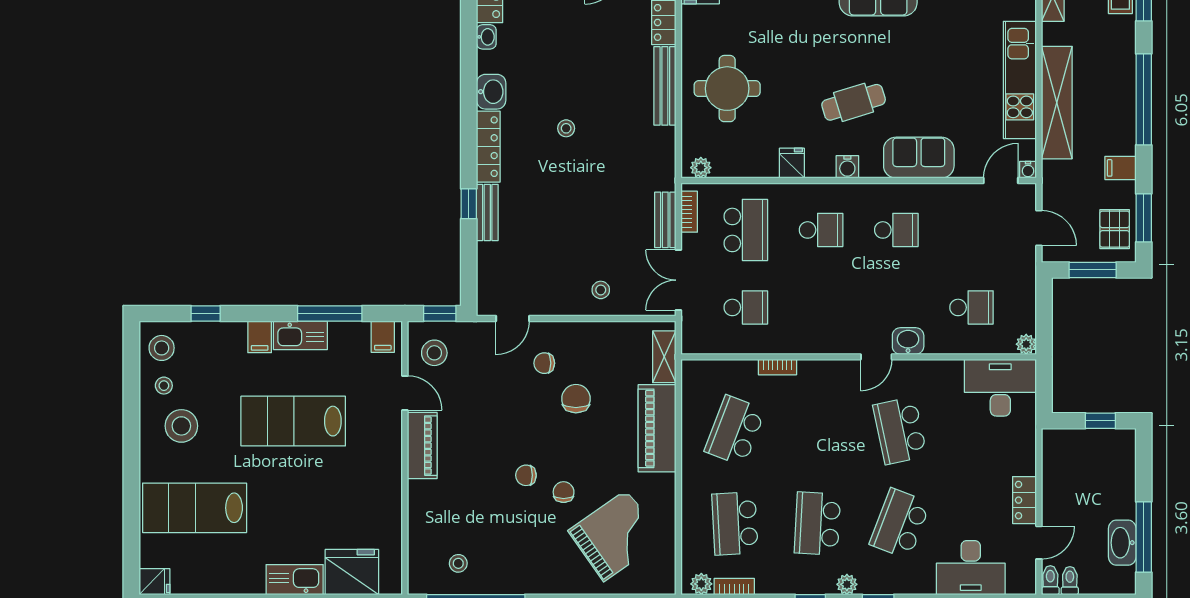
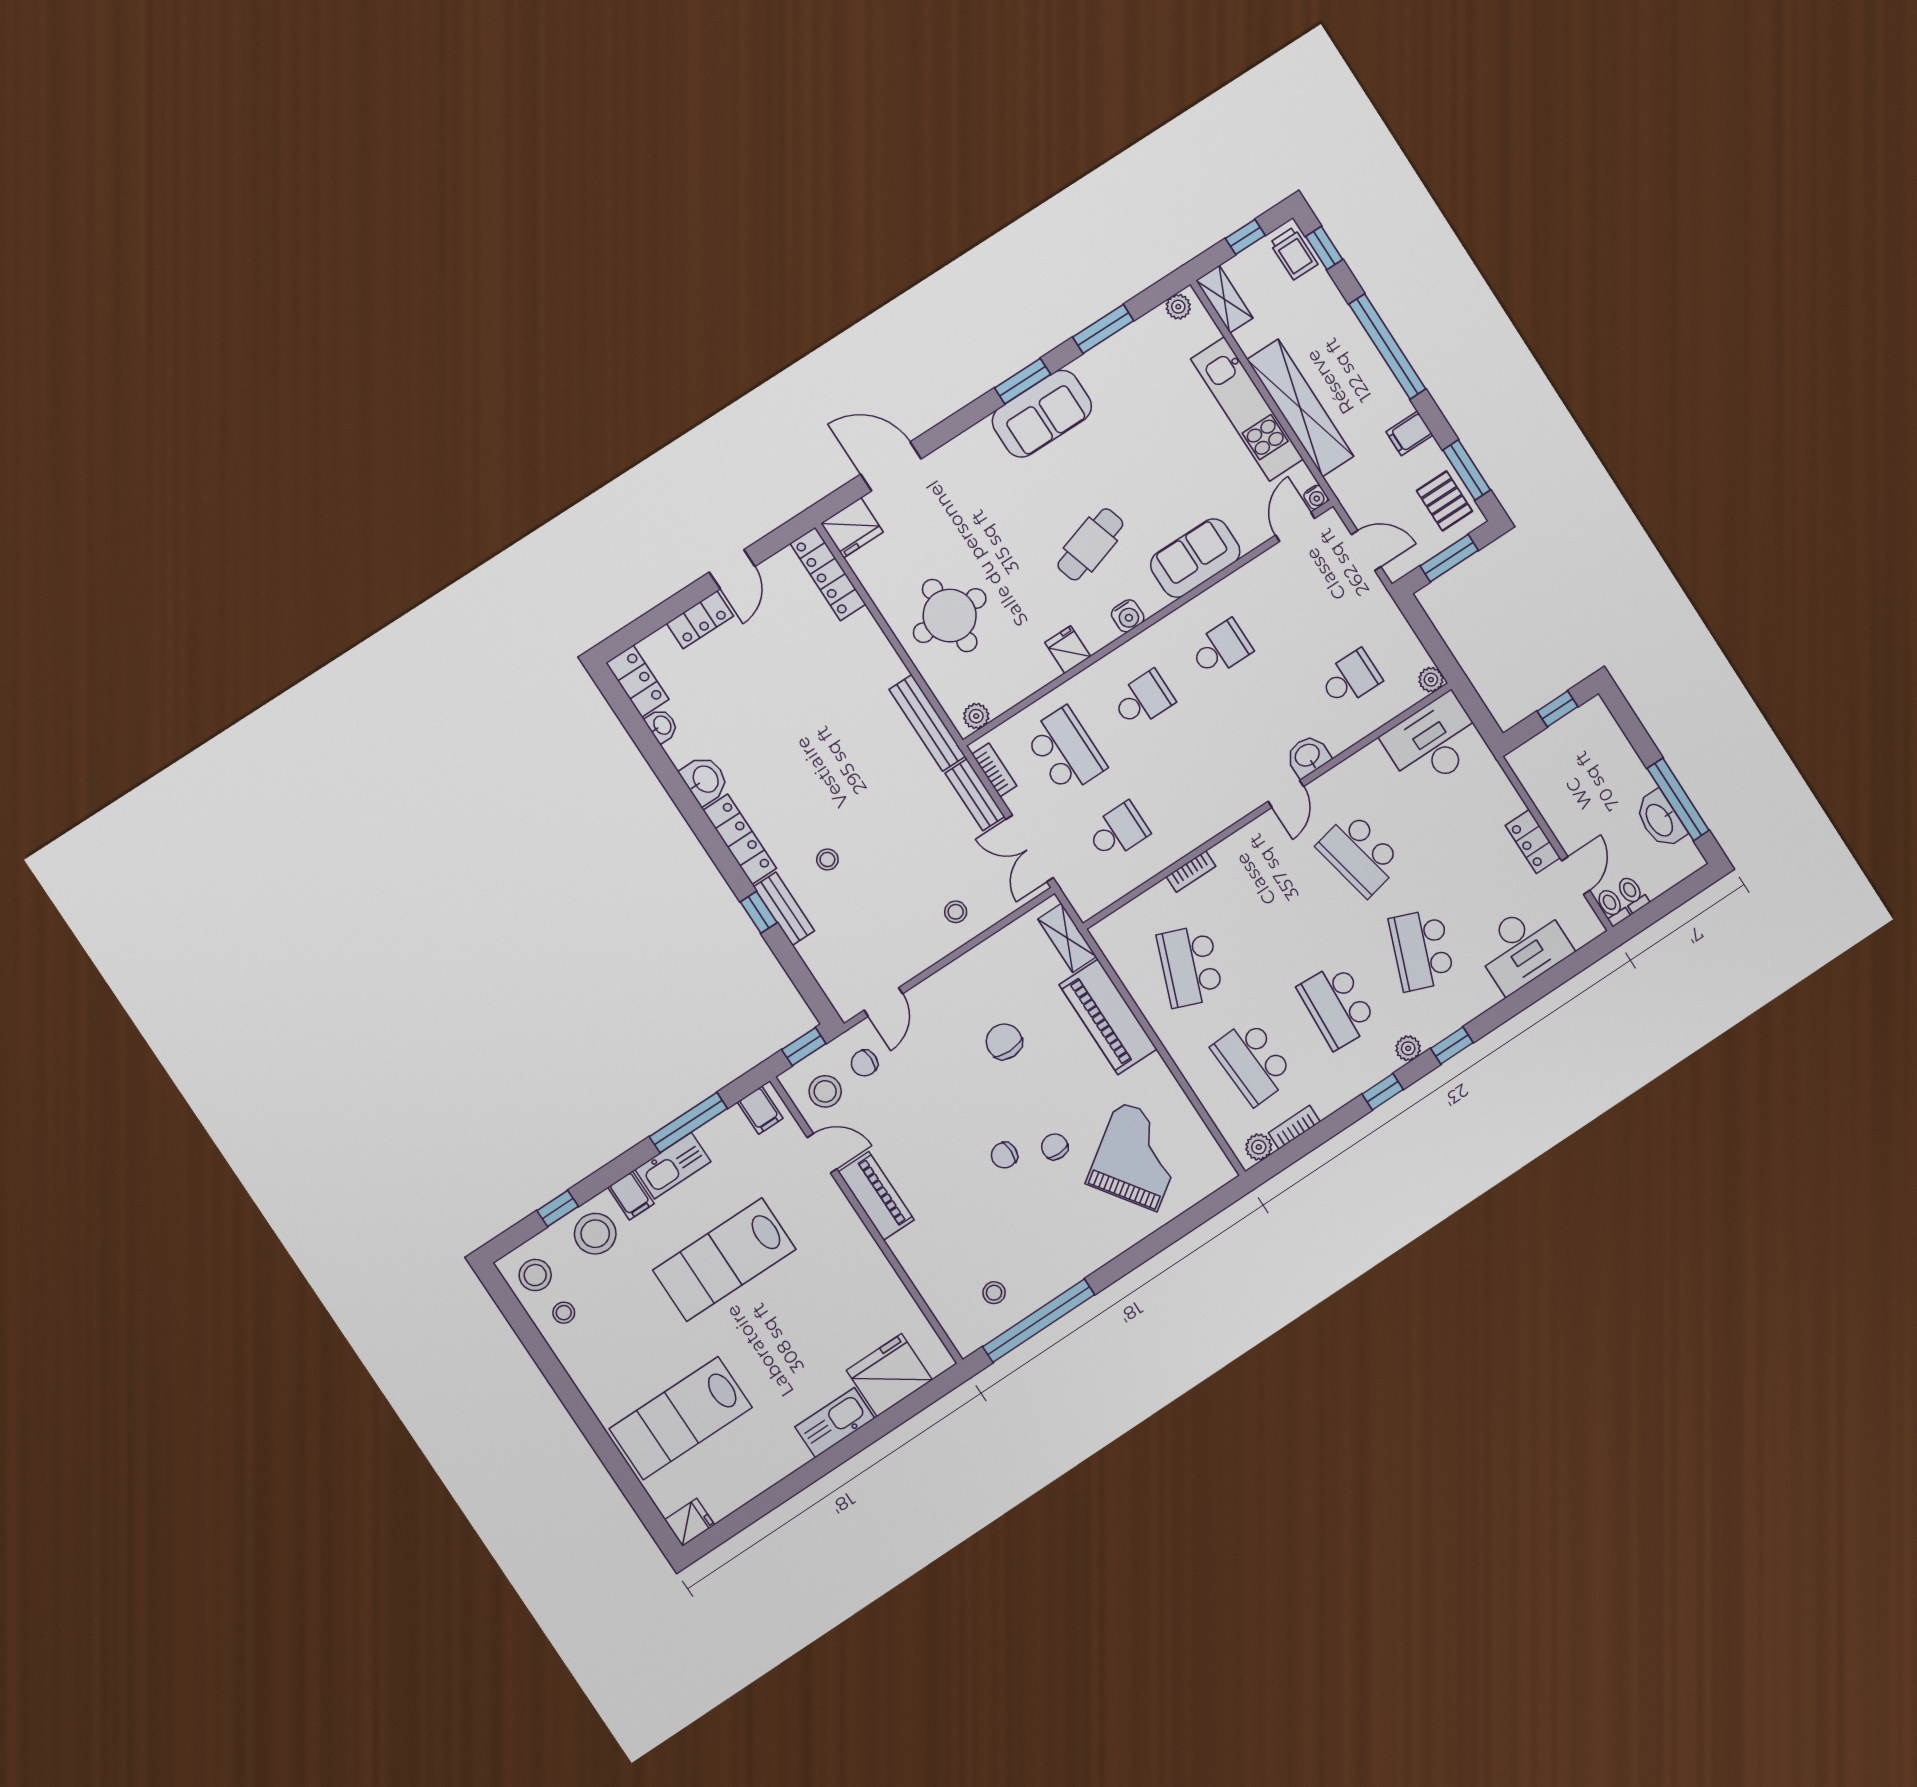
bench: (665, 86) -> (927, 723), moved
stool: (566, 128) -> (827, 860), moved
chair: (544, 363) -> (864, 1063), moved
stool: (181, 426) -> (595, 1234), moved

